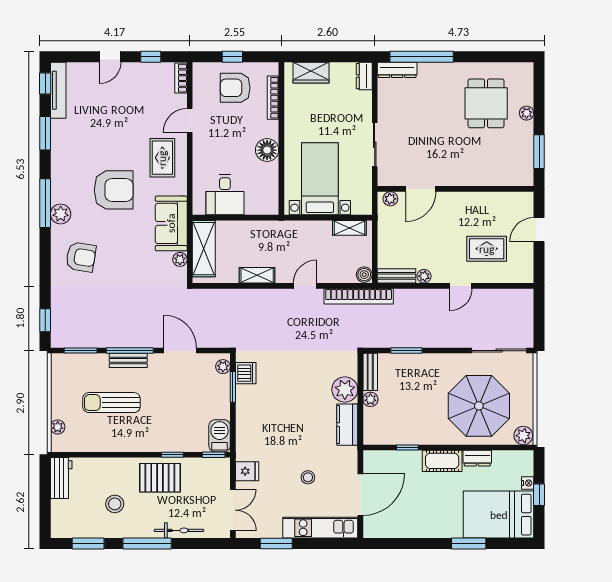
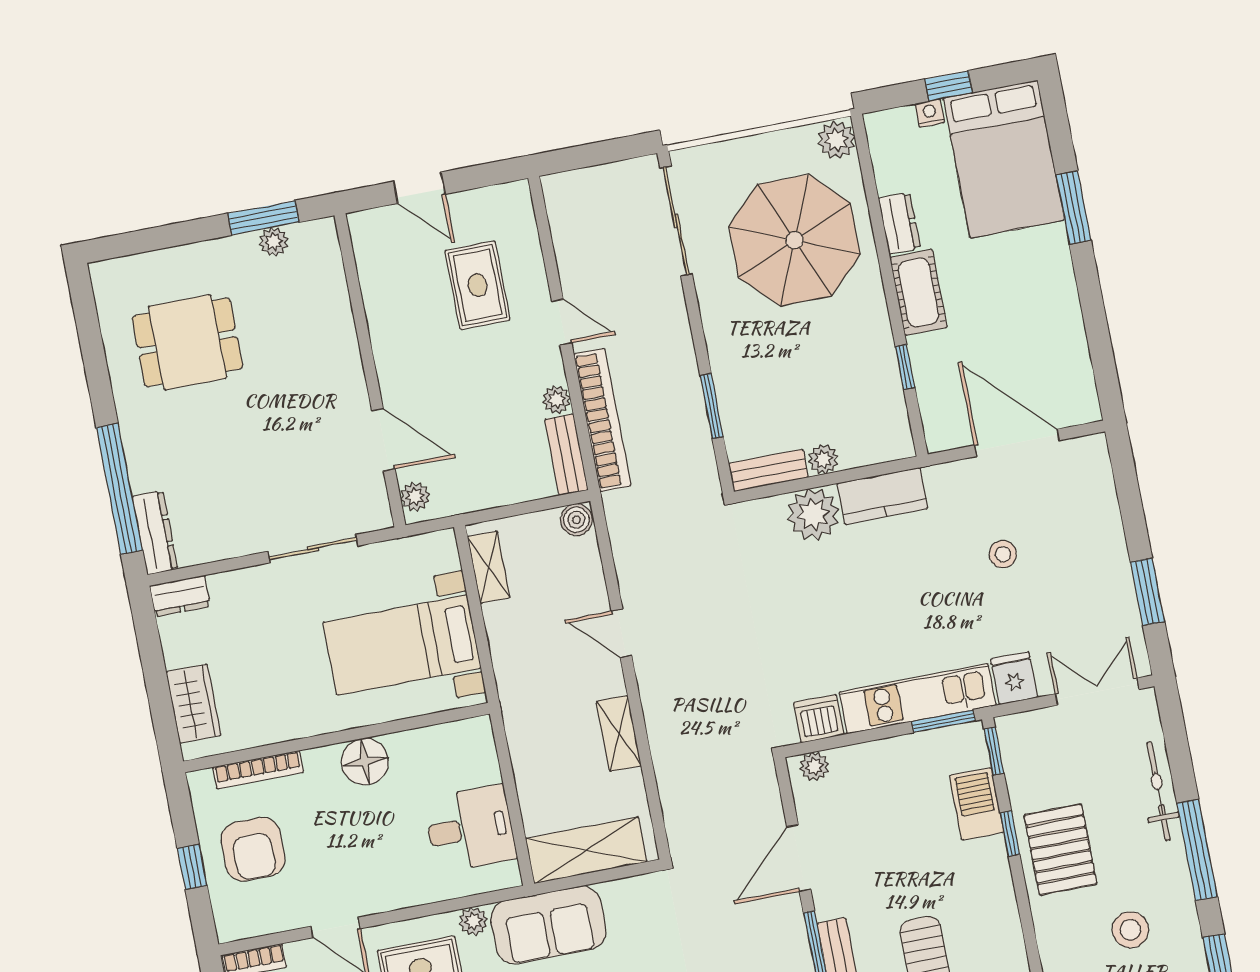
plant: (527, 113) -> (274, 242), moved
plant: (180, 259) -> (473, 921), moved
bookcase: (359, 296) -> (602, 420), moved
window: (233, 387) -> (943, 721), moved
barbecue: (220, 436) -> (977, 804), moved, turned 90
kitchen unit: (320, 528) -> (918, 699), moved, turned 90

